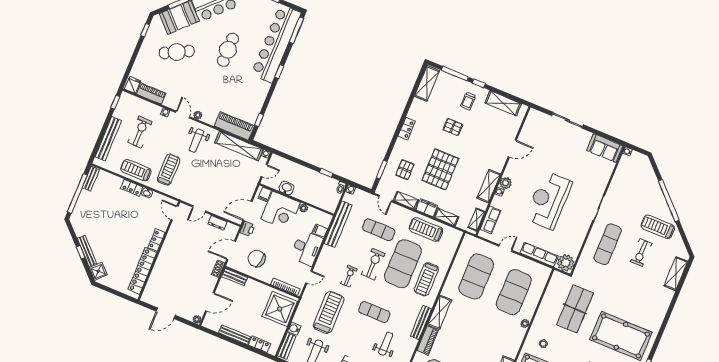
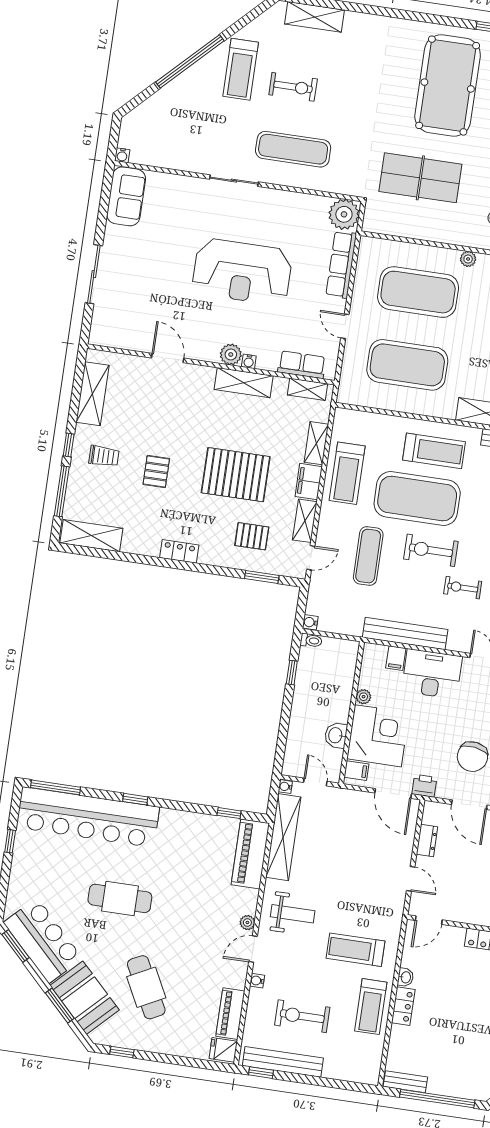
bench: (108, 139) -> (283, 1062), moved
bench: (338, 224) -> (405, 633), moved

